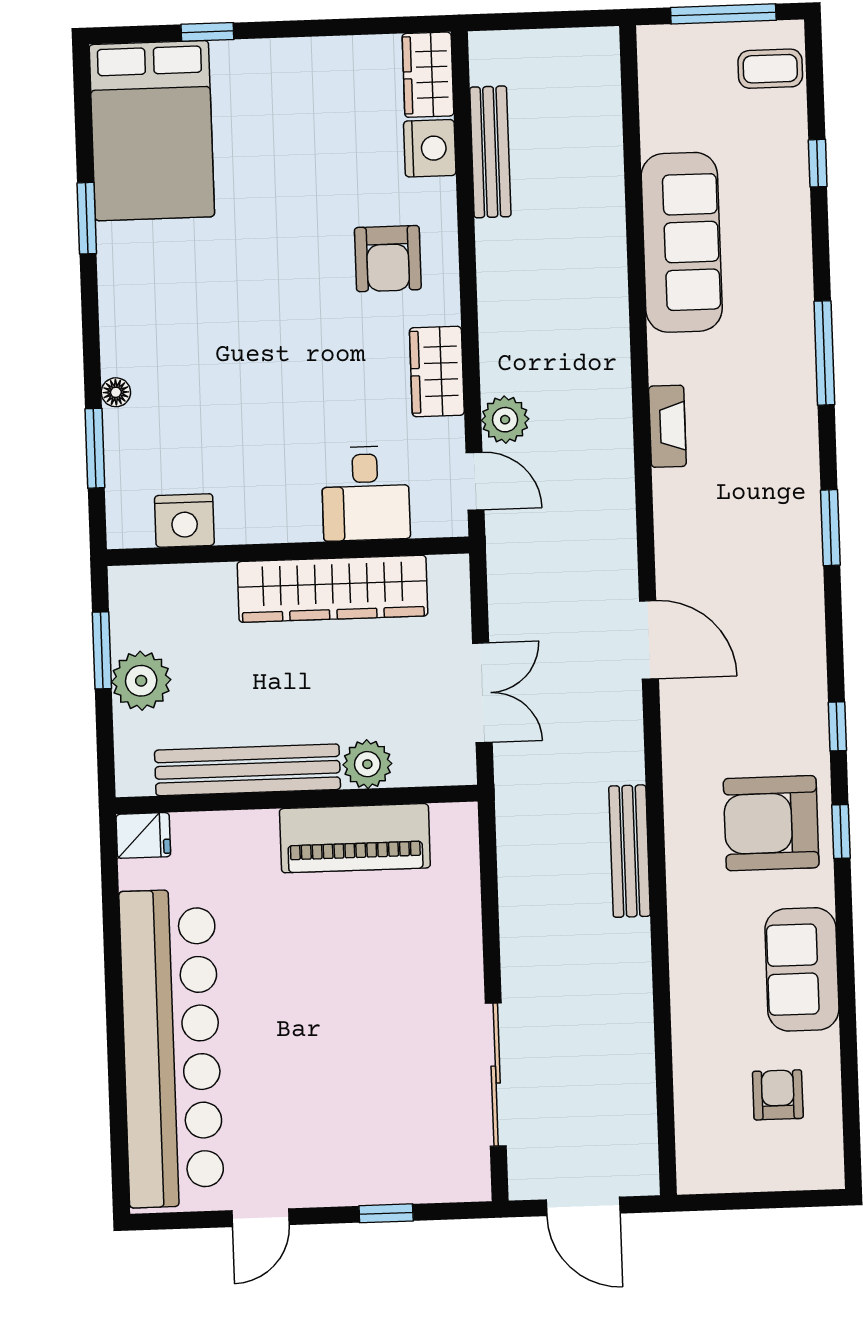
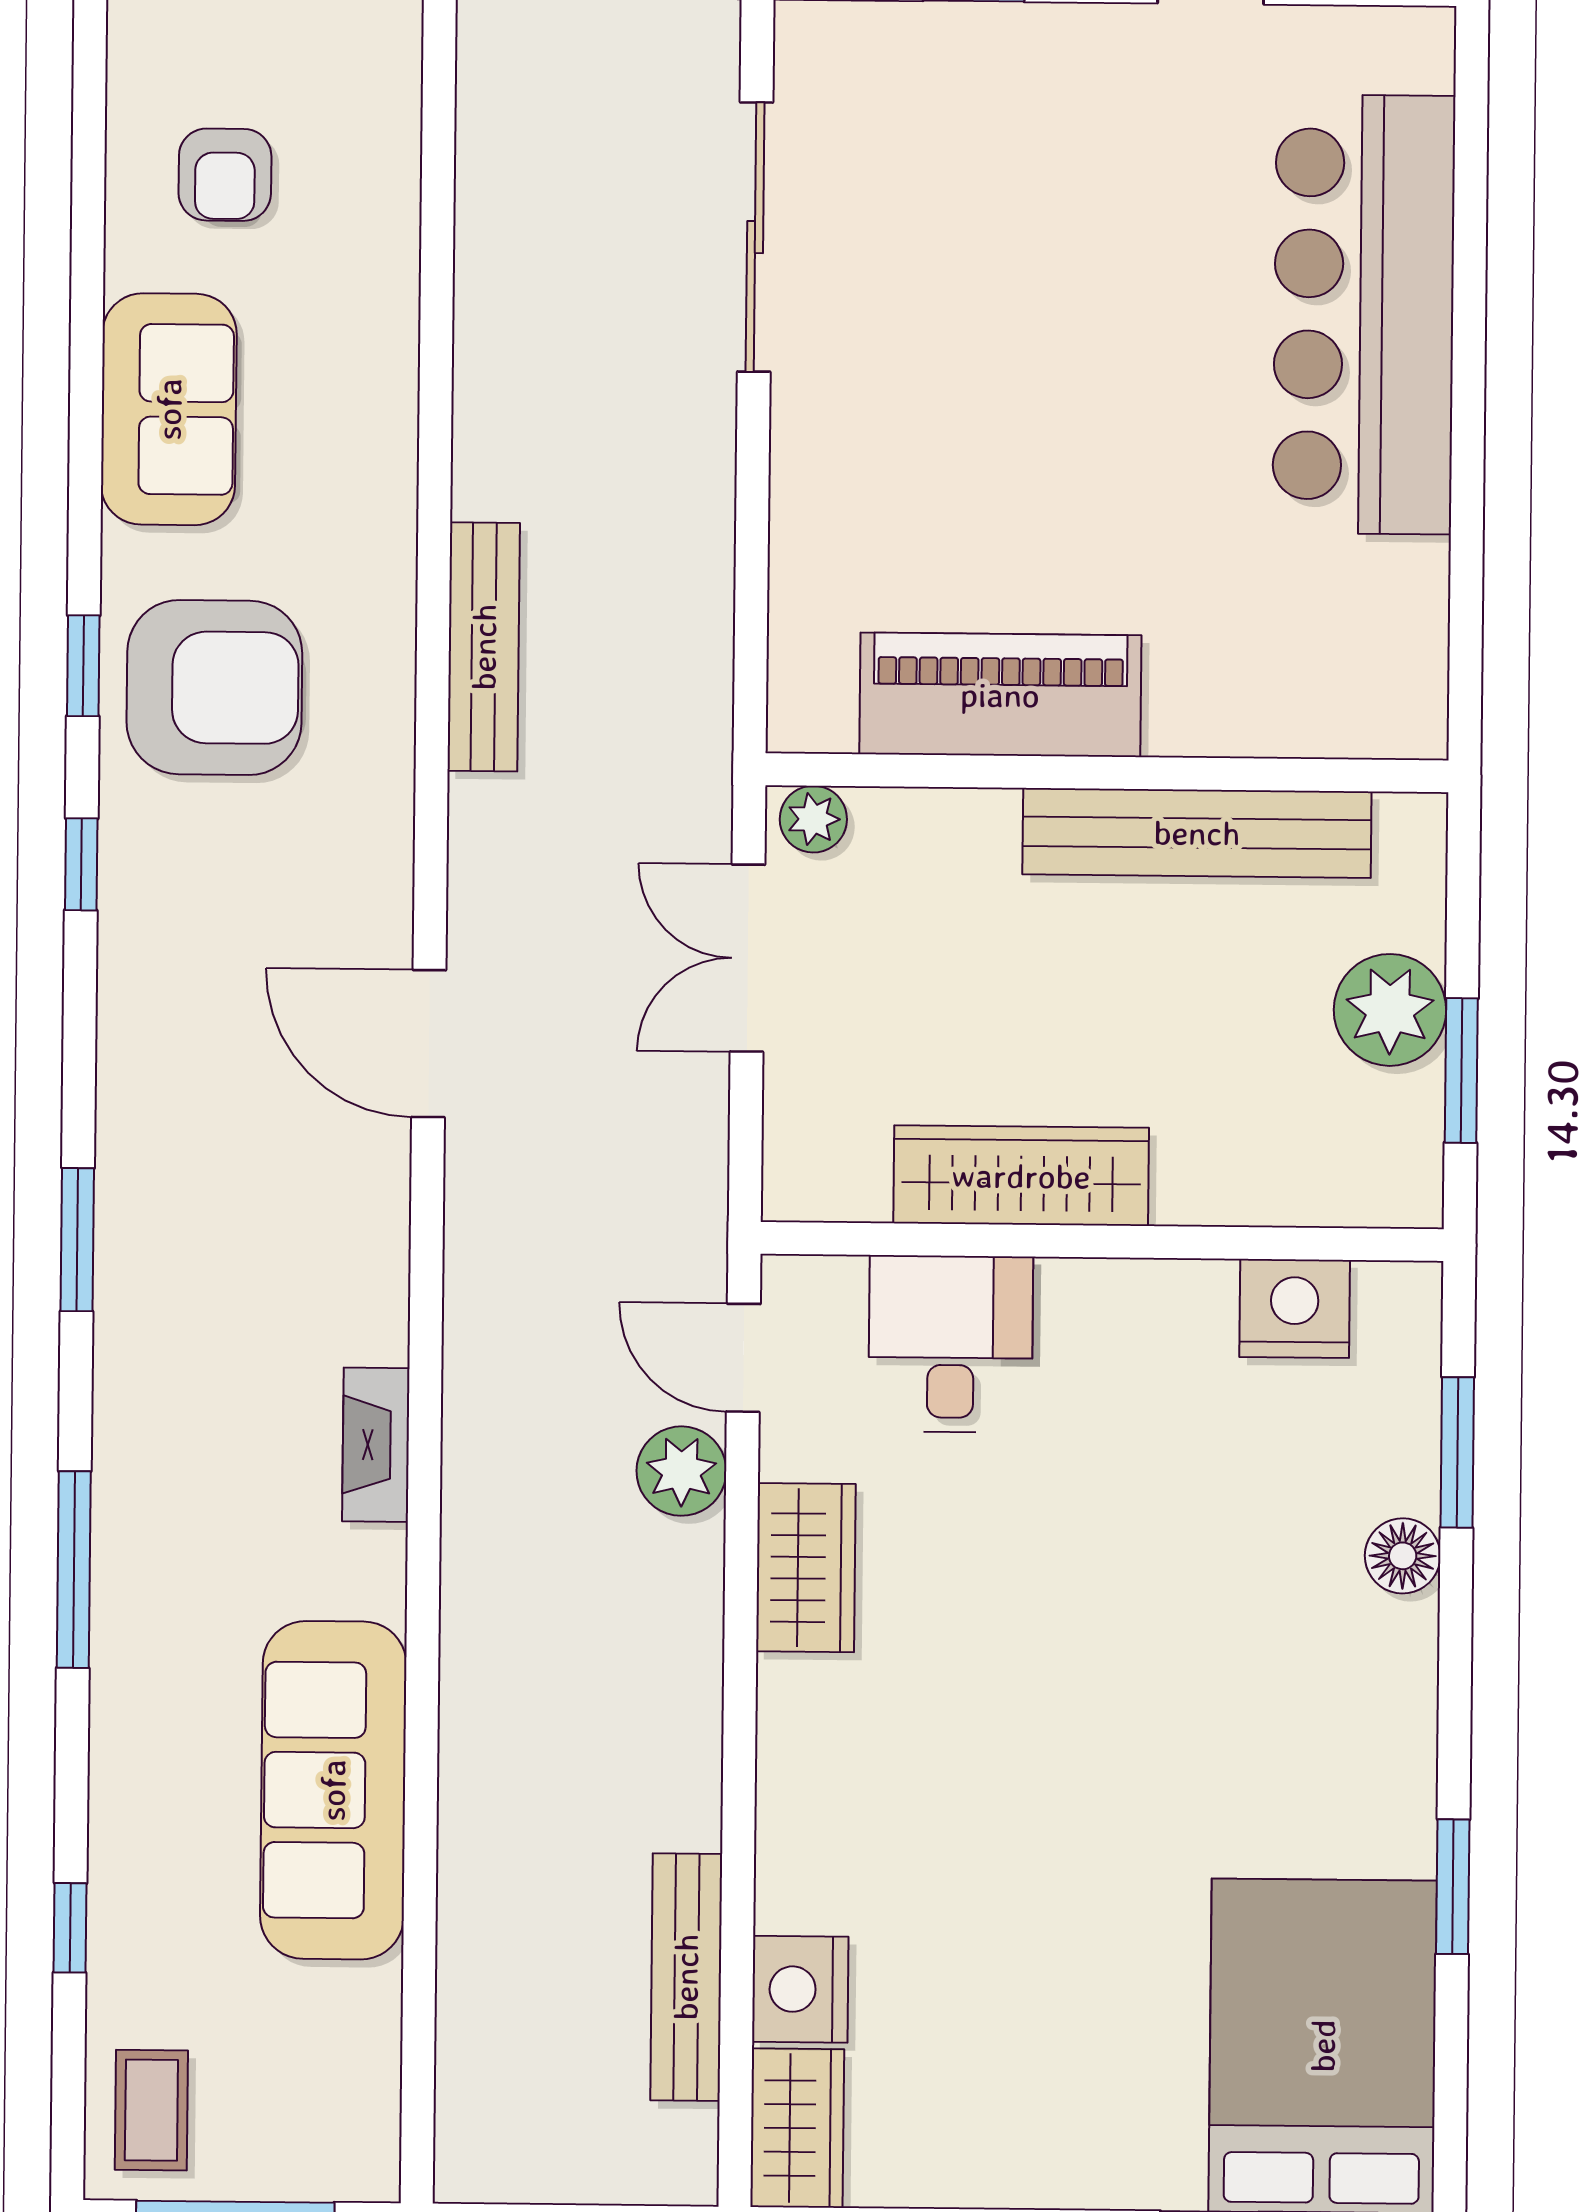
coffee table: (770, 69) -> (151, 2110), turned 90
armchair: (388, 259) -> (889, 1785), removed
floor lamp: (116, 392) -> (1403, 1556), width x1.37, depth x1.37
wardrobe: (332, 589) -> (1021, 1176), width x0.71, depth x0.85
plant: (367, 764) -> (813, 819), moved, width x0.73, depth x0.73
fridge: (143, 835) -> (1399, 718), removed
bar counter: (172, 1048) -> (1364, 314), width x0.73

